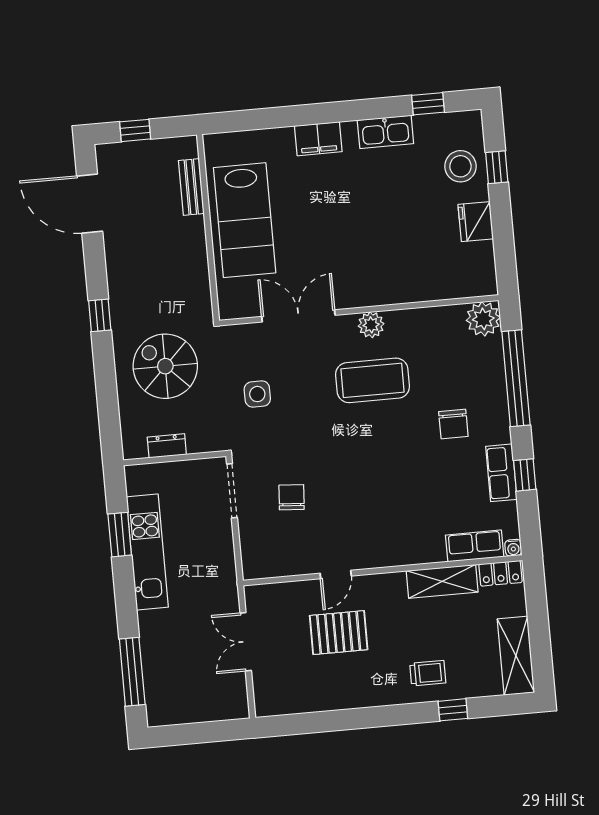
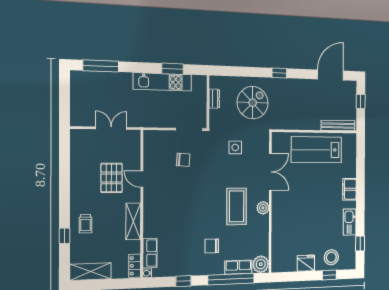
bench: (191, 187) -> (338, 126), width x1.36
row of seats: (501, 473) -> (238, 267), moved
shelving: (442, 581) -> (133, 221), moved

